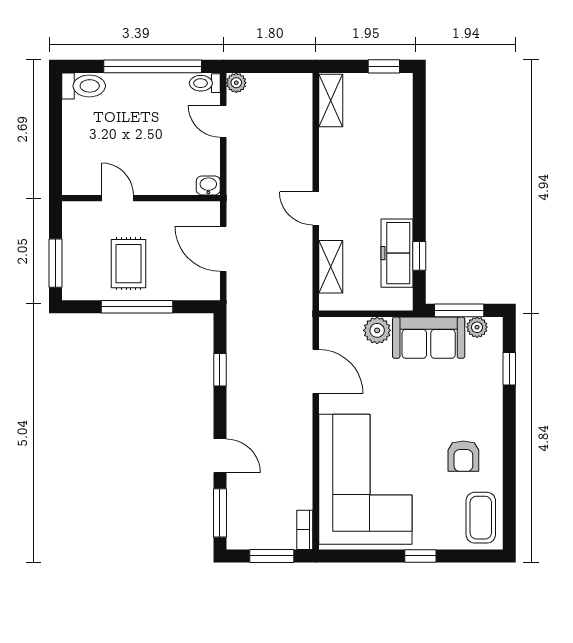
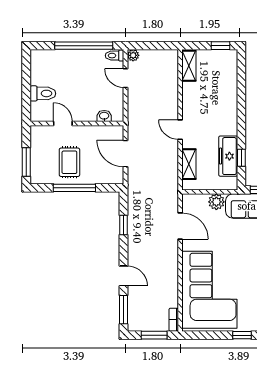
toilet: (84, 86) -> (43, 93), moved
washbasin: (208, 185) -> (104, 116), moved

